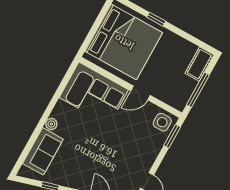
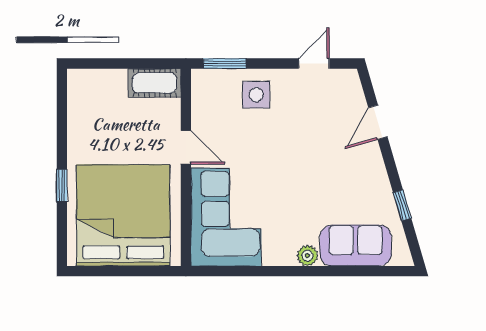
cot: (199, 64) -> (155, 83), moved
window: (198, 90) -> (133, 64), removed
side table: (162, 122) -> (256, 95), moved

